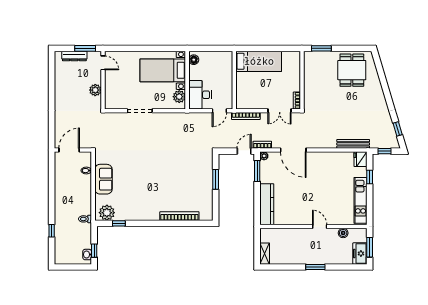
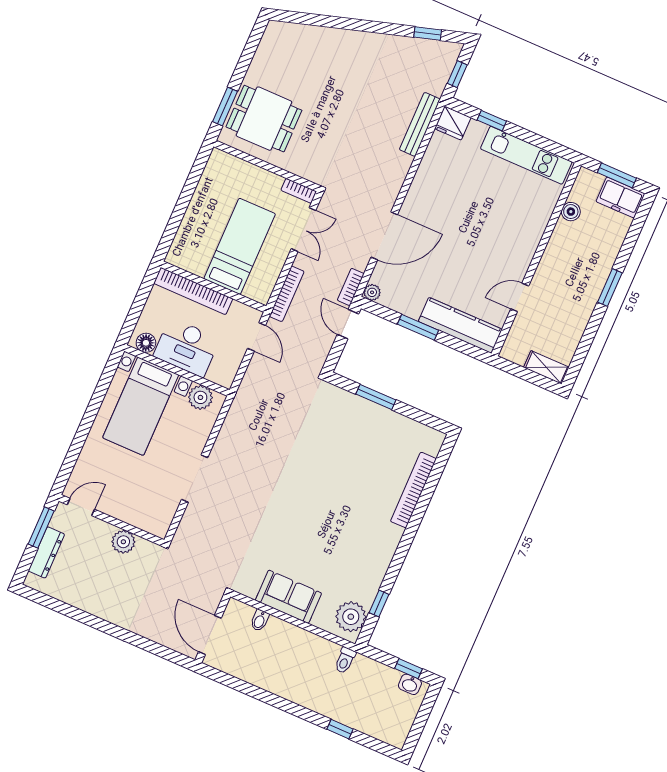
bed: (259, 61) -> (240, 246), moved
dining table: (352, 70) -> (264, 119), moved
bookcase: (228, 71) -> (193, 291), added
desk: (200, 95) -> (187, 347), moved
window: (257, 171) -> (418, 327), moved
door: (320, 227) -> (520, 297), moved

